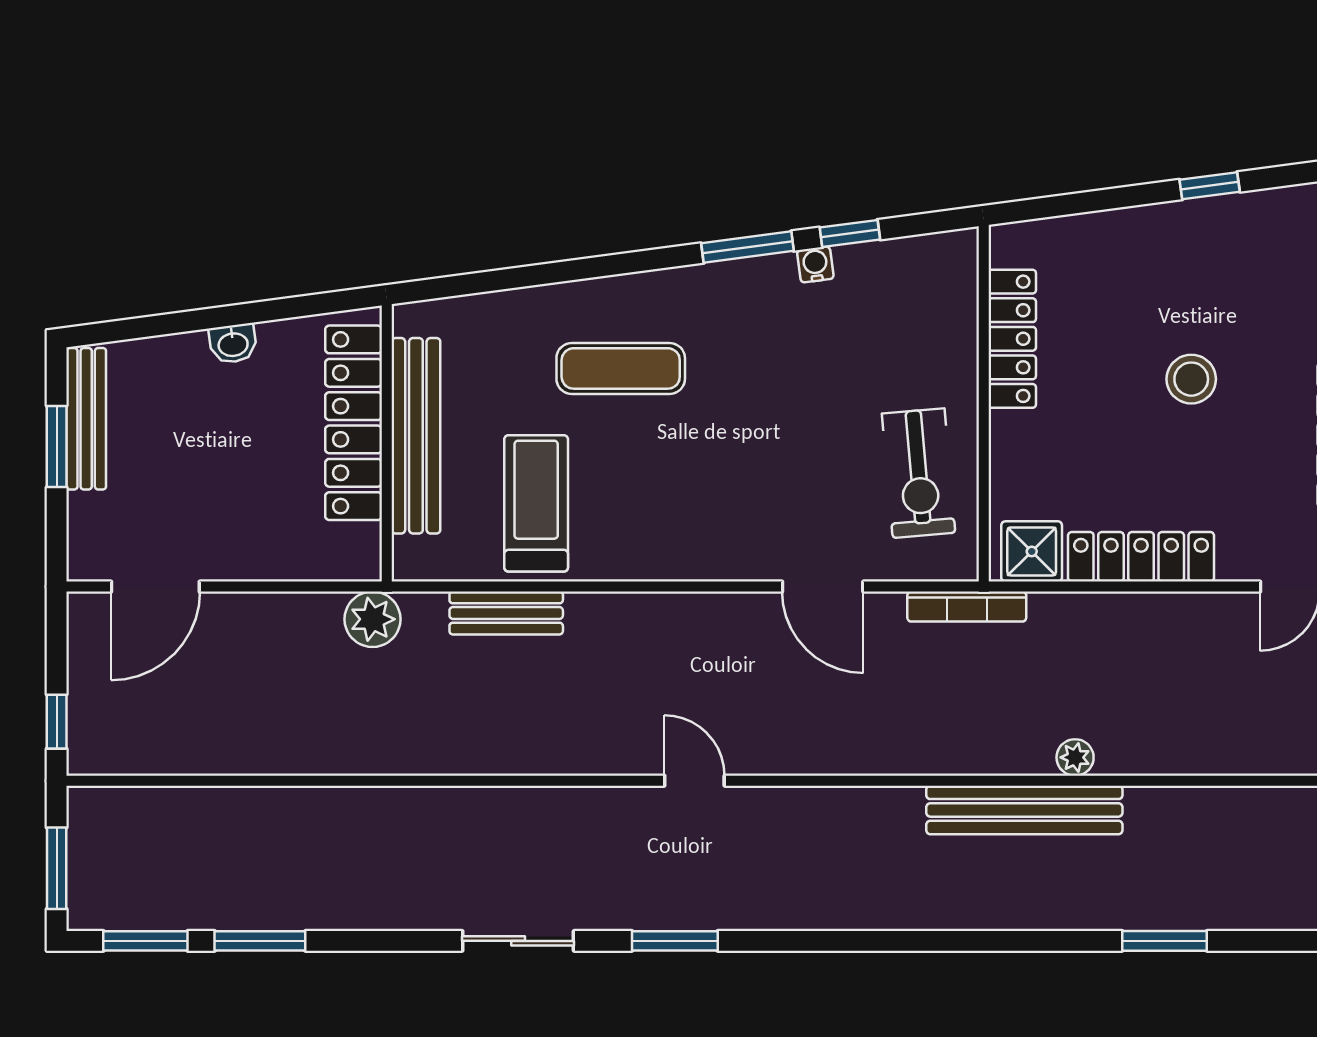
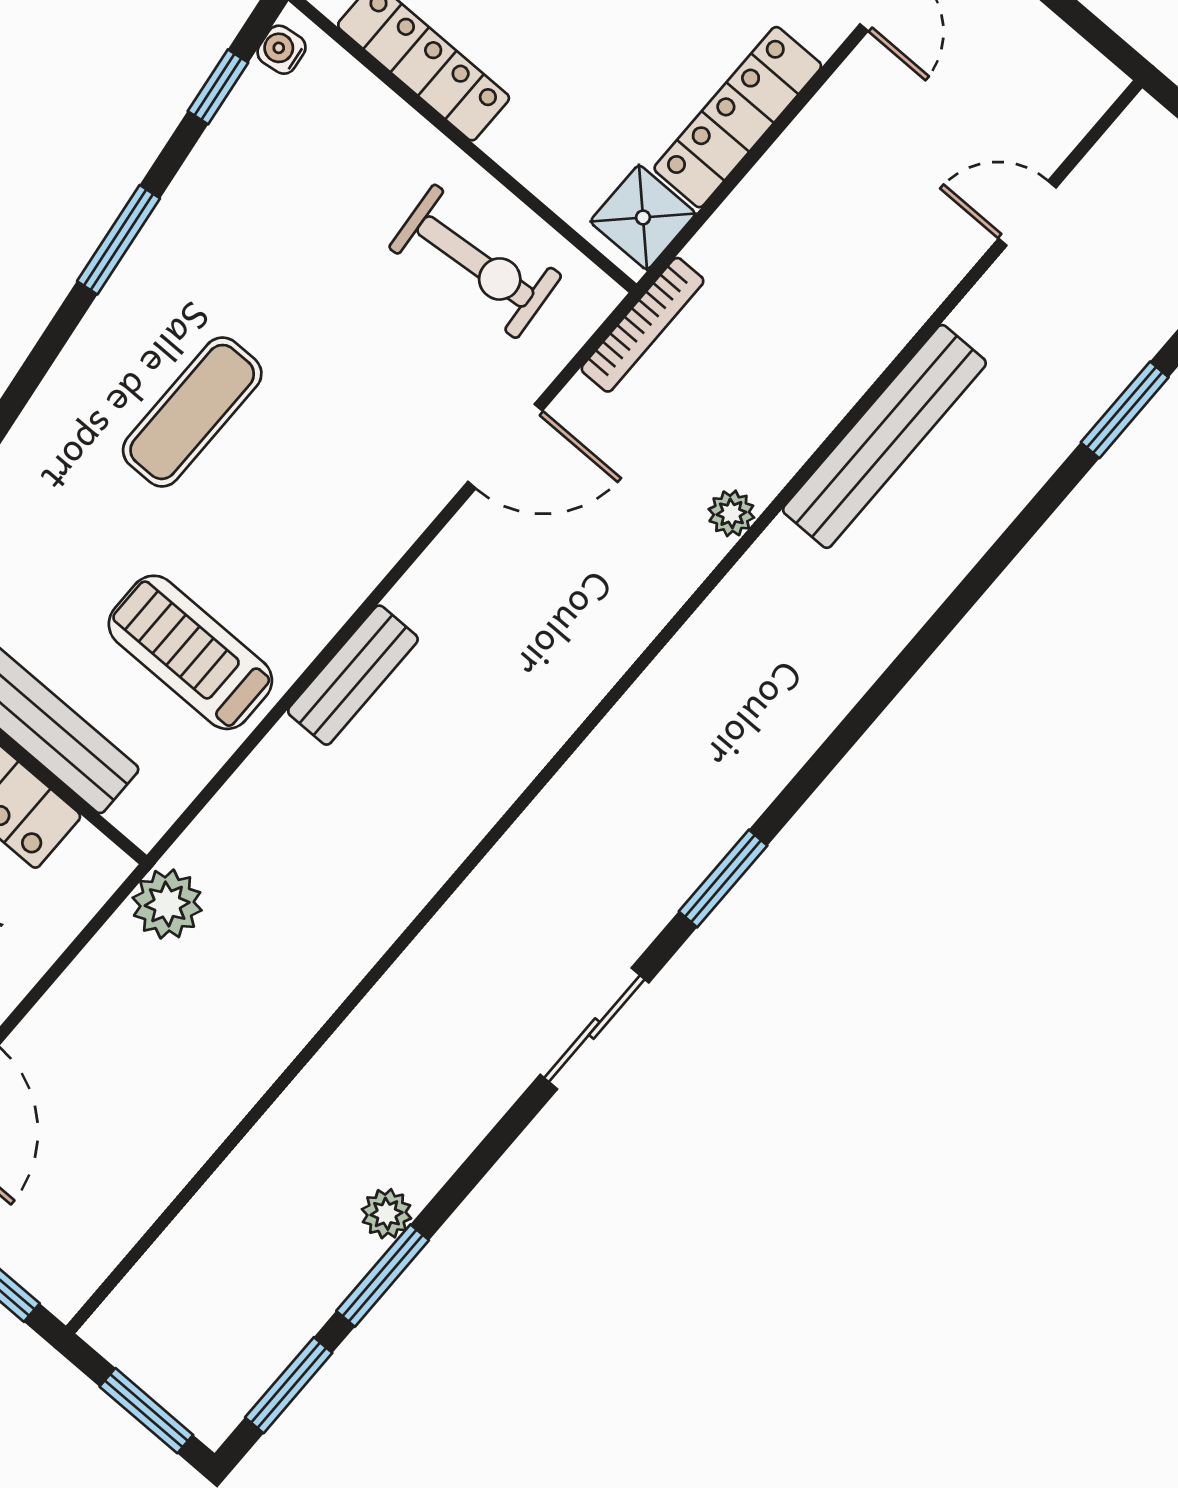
window: (850, 233) -> (218, 87), moved
water cooler: (815, 264) -> (282, 50), moved
exercise mat: (621, 368) -> (192, 412), moved
bench: (506, 613) -> (353, 675), moved
plant: (1075, 757) -> (731, 513), moved
door: (694, 781) -> (1027, 213), moved
plant: (299, 911) -> (387, 1214), added

